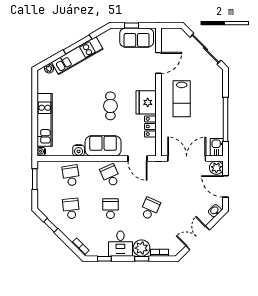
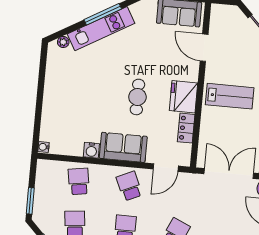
door: (158, 63) -> (204, 48), swing flipped
lab bench: (182, 99) -> (230, 96), turned -90
kitchen unit: (45, 120) -> (52, 107), removed
door: (137, 159) -> (166, 168), hinge flipped
window: (35, 179) -> (30, 201), moved

